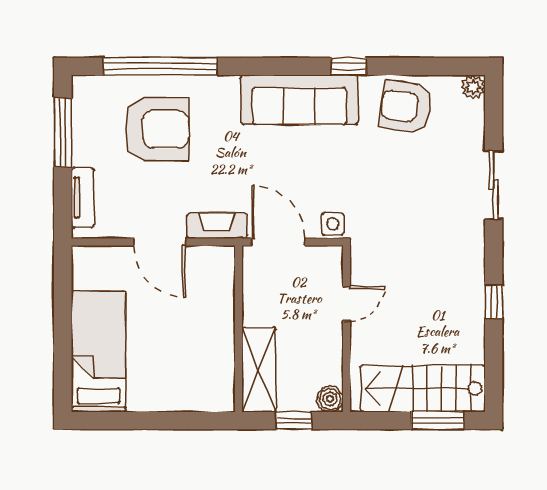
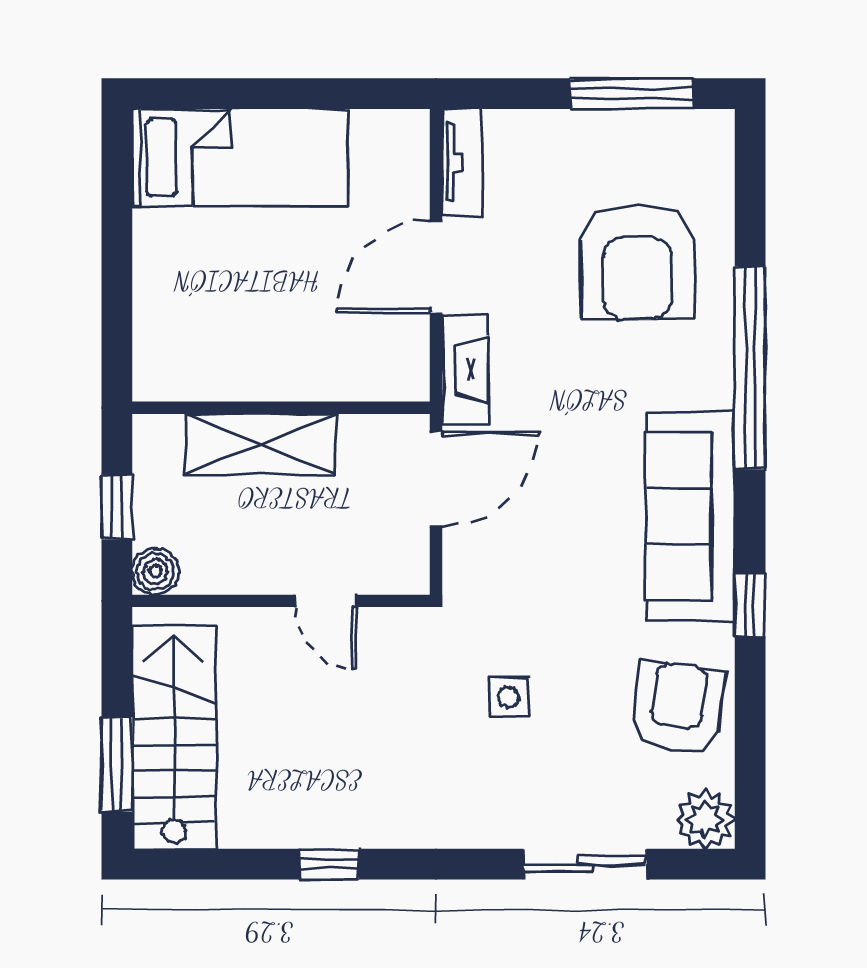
window: (160, 66) -> (750, 368), moved
plant: (473, 87) -> (705, 819), width x1.38, depth x1.38
sliding door: (494, 185) -> (585, 864), moved
tv unit: (83, 198) -> (463, 162), moved, turned -90
side table: (333, 224) -> (508, 697), moved
shelving: (259, 370) -> (261, 444), moved

